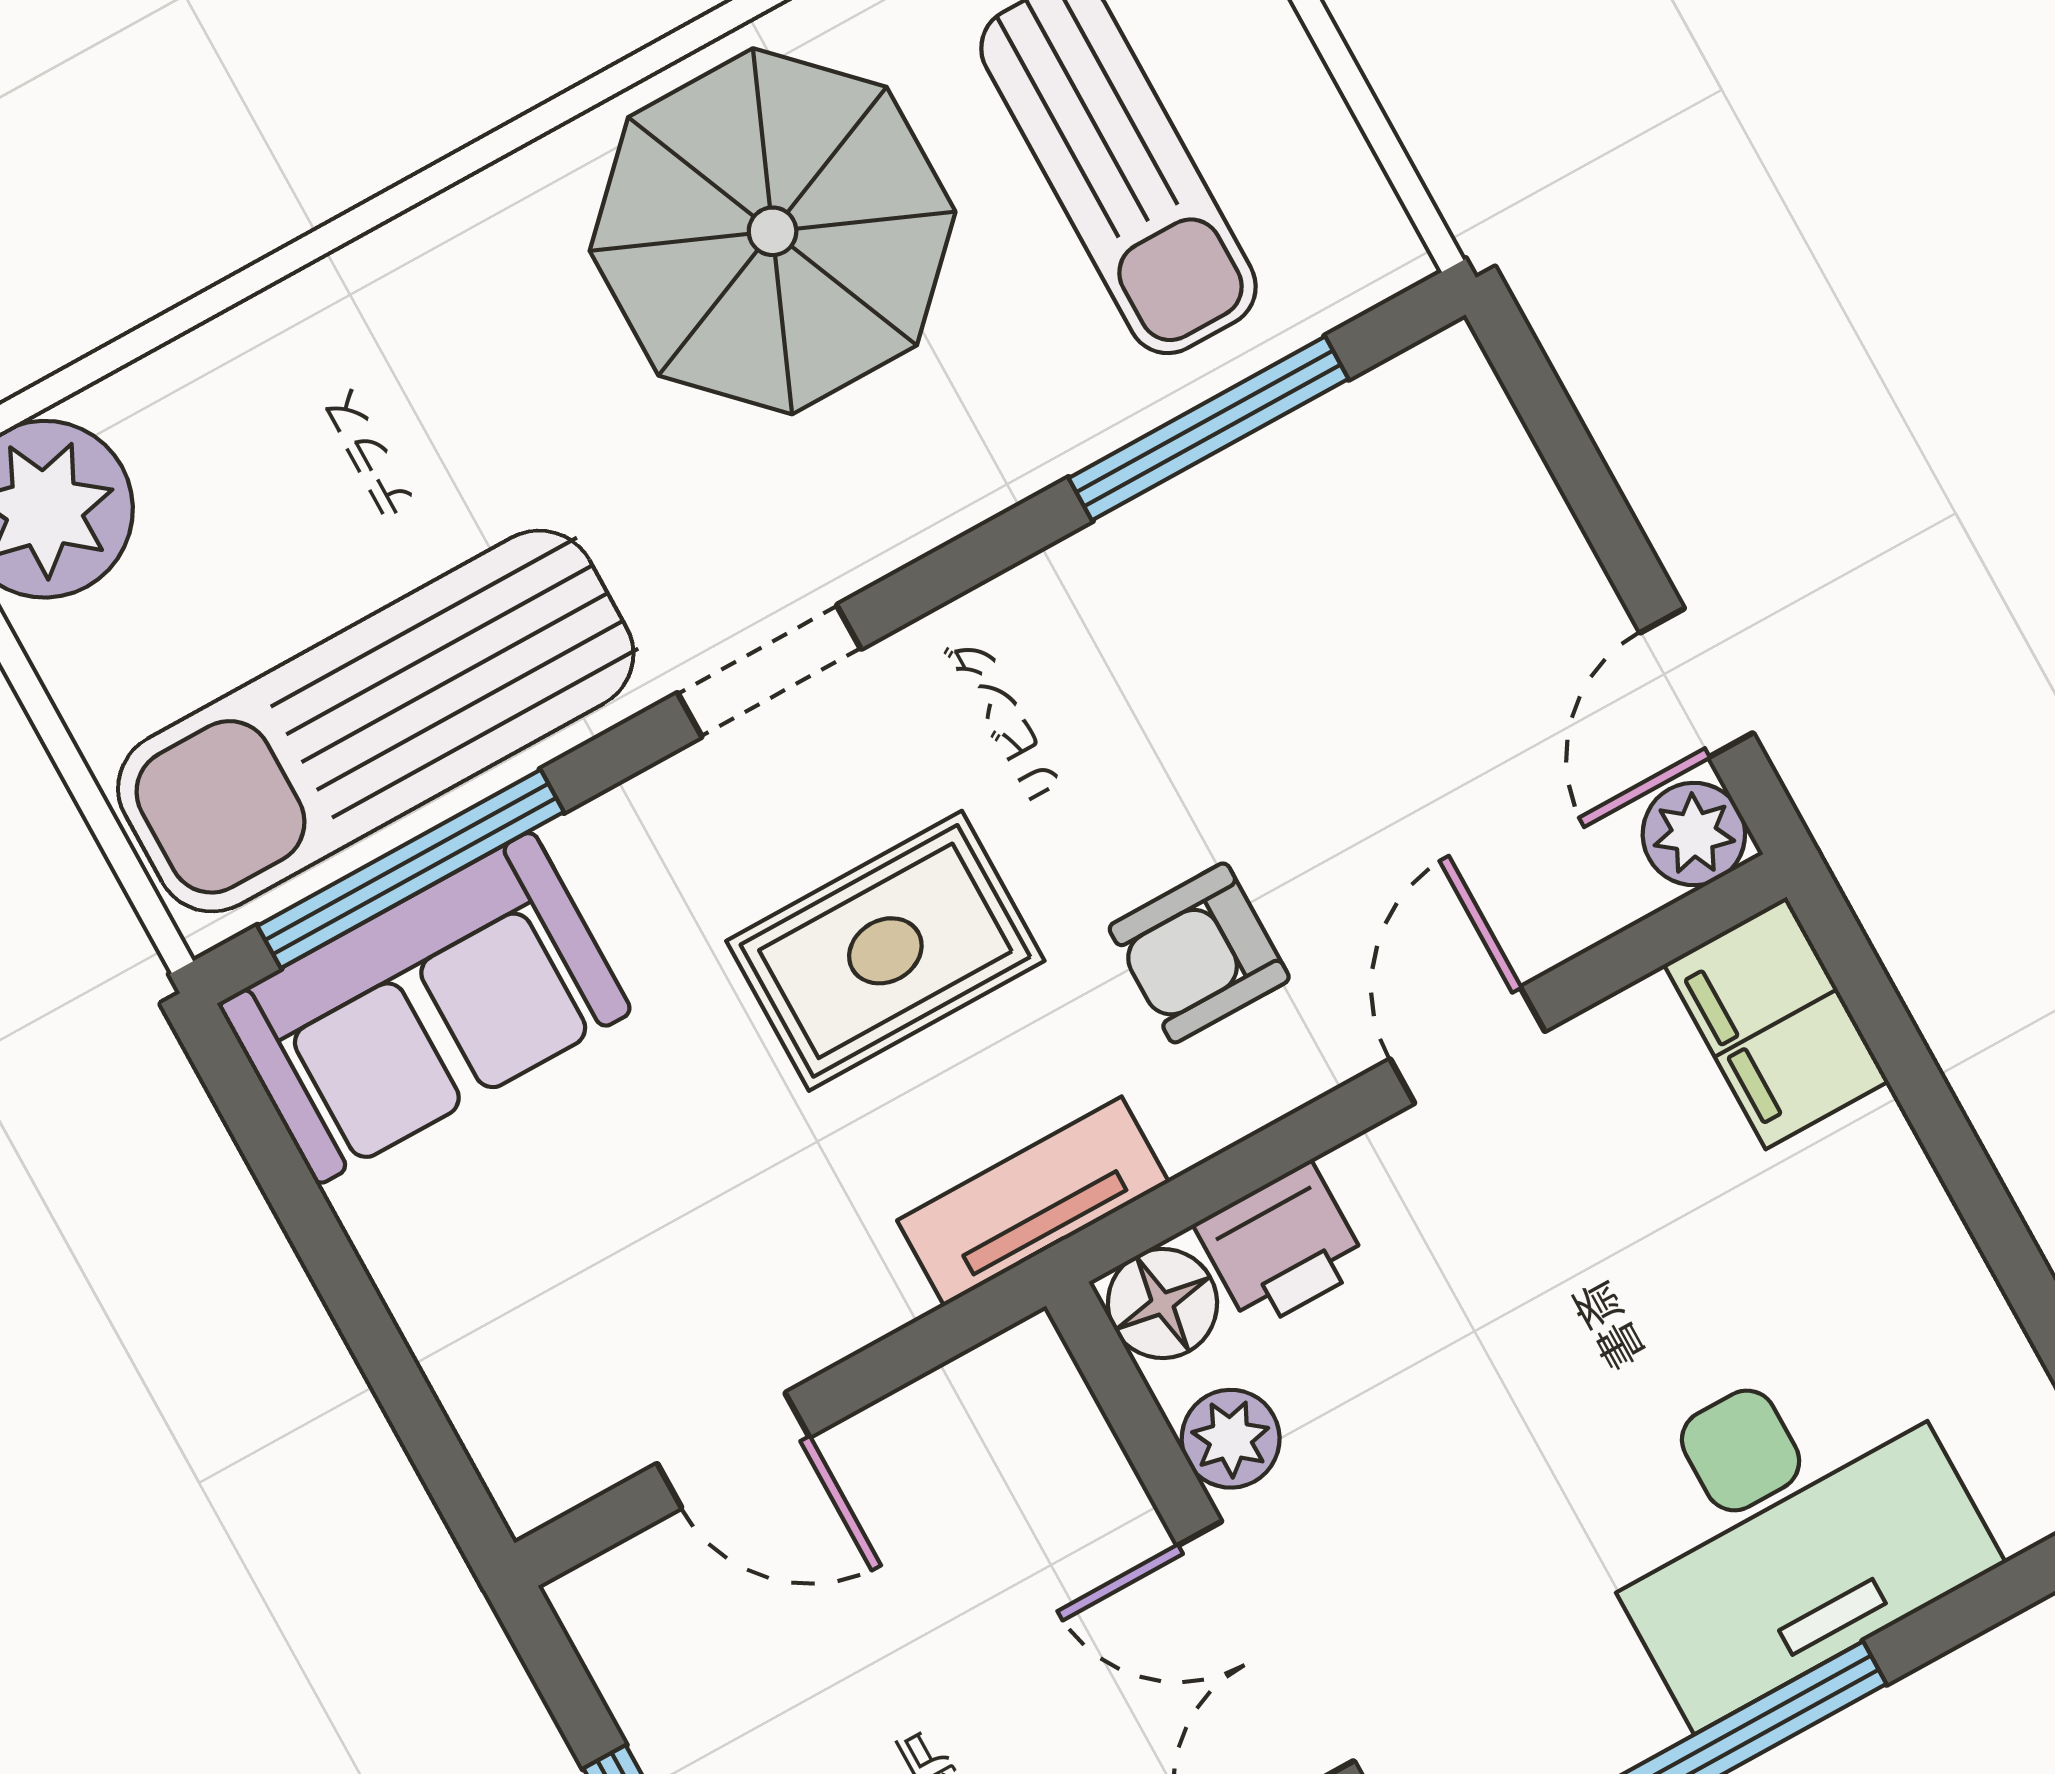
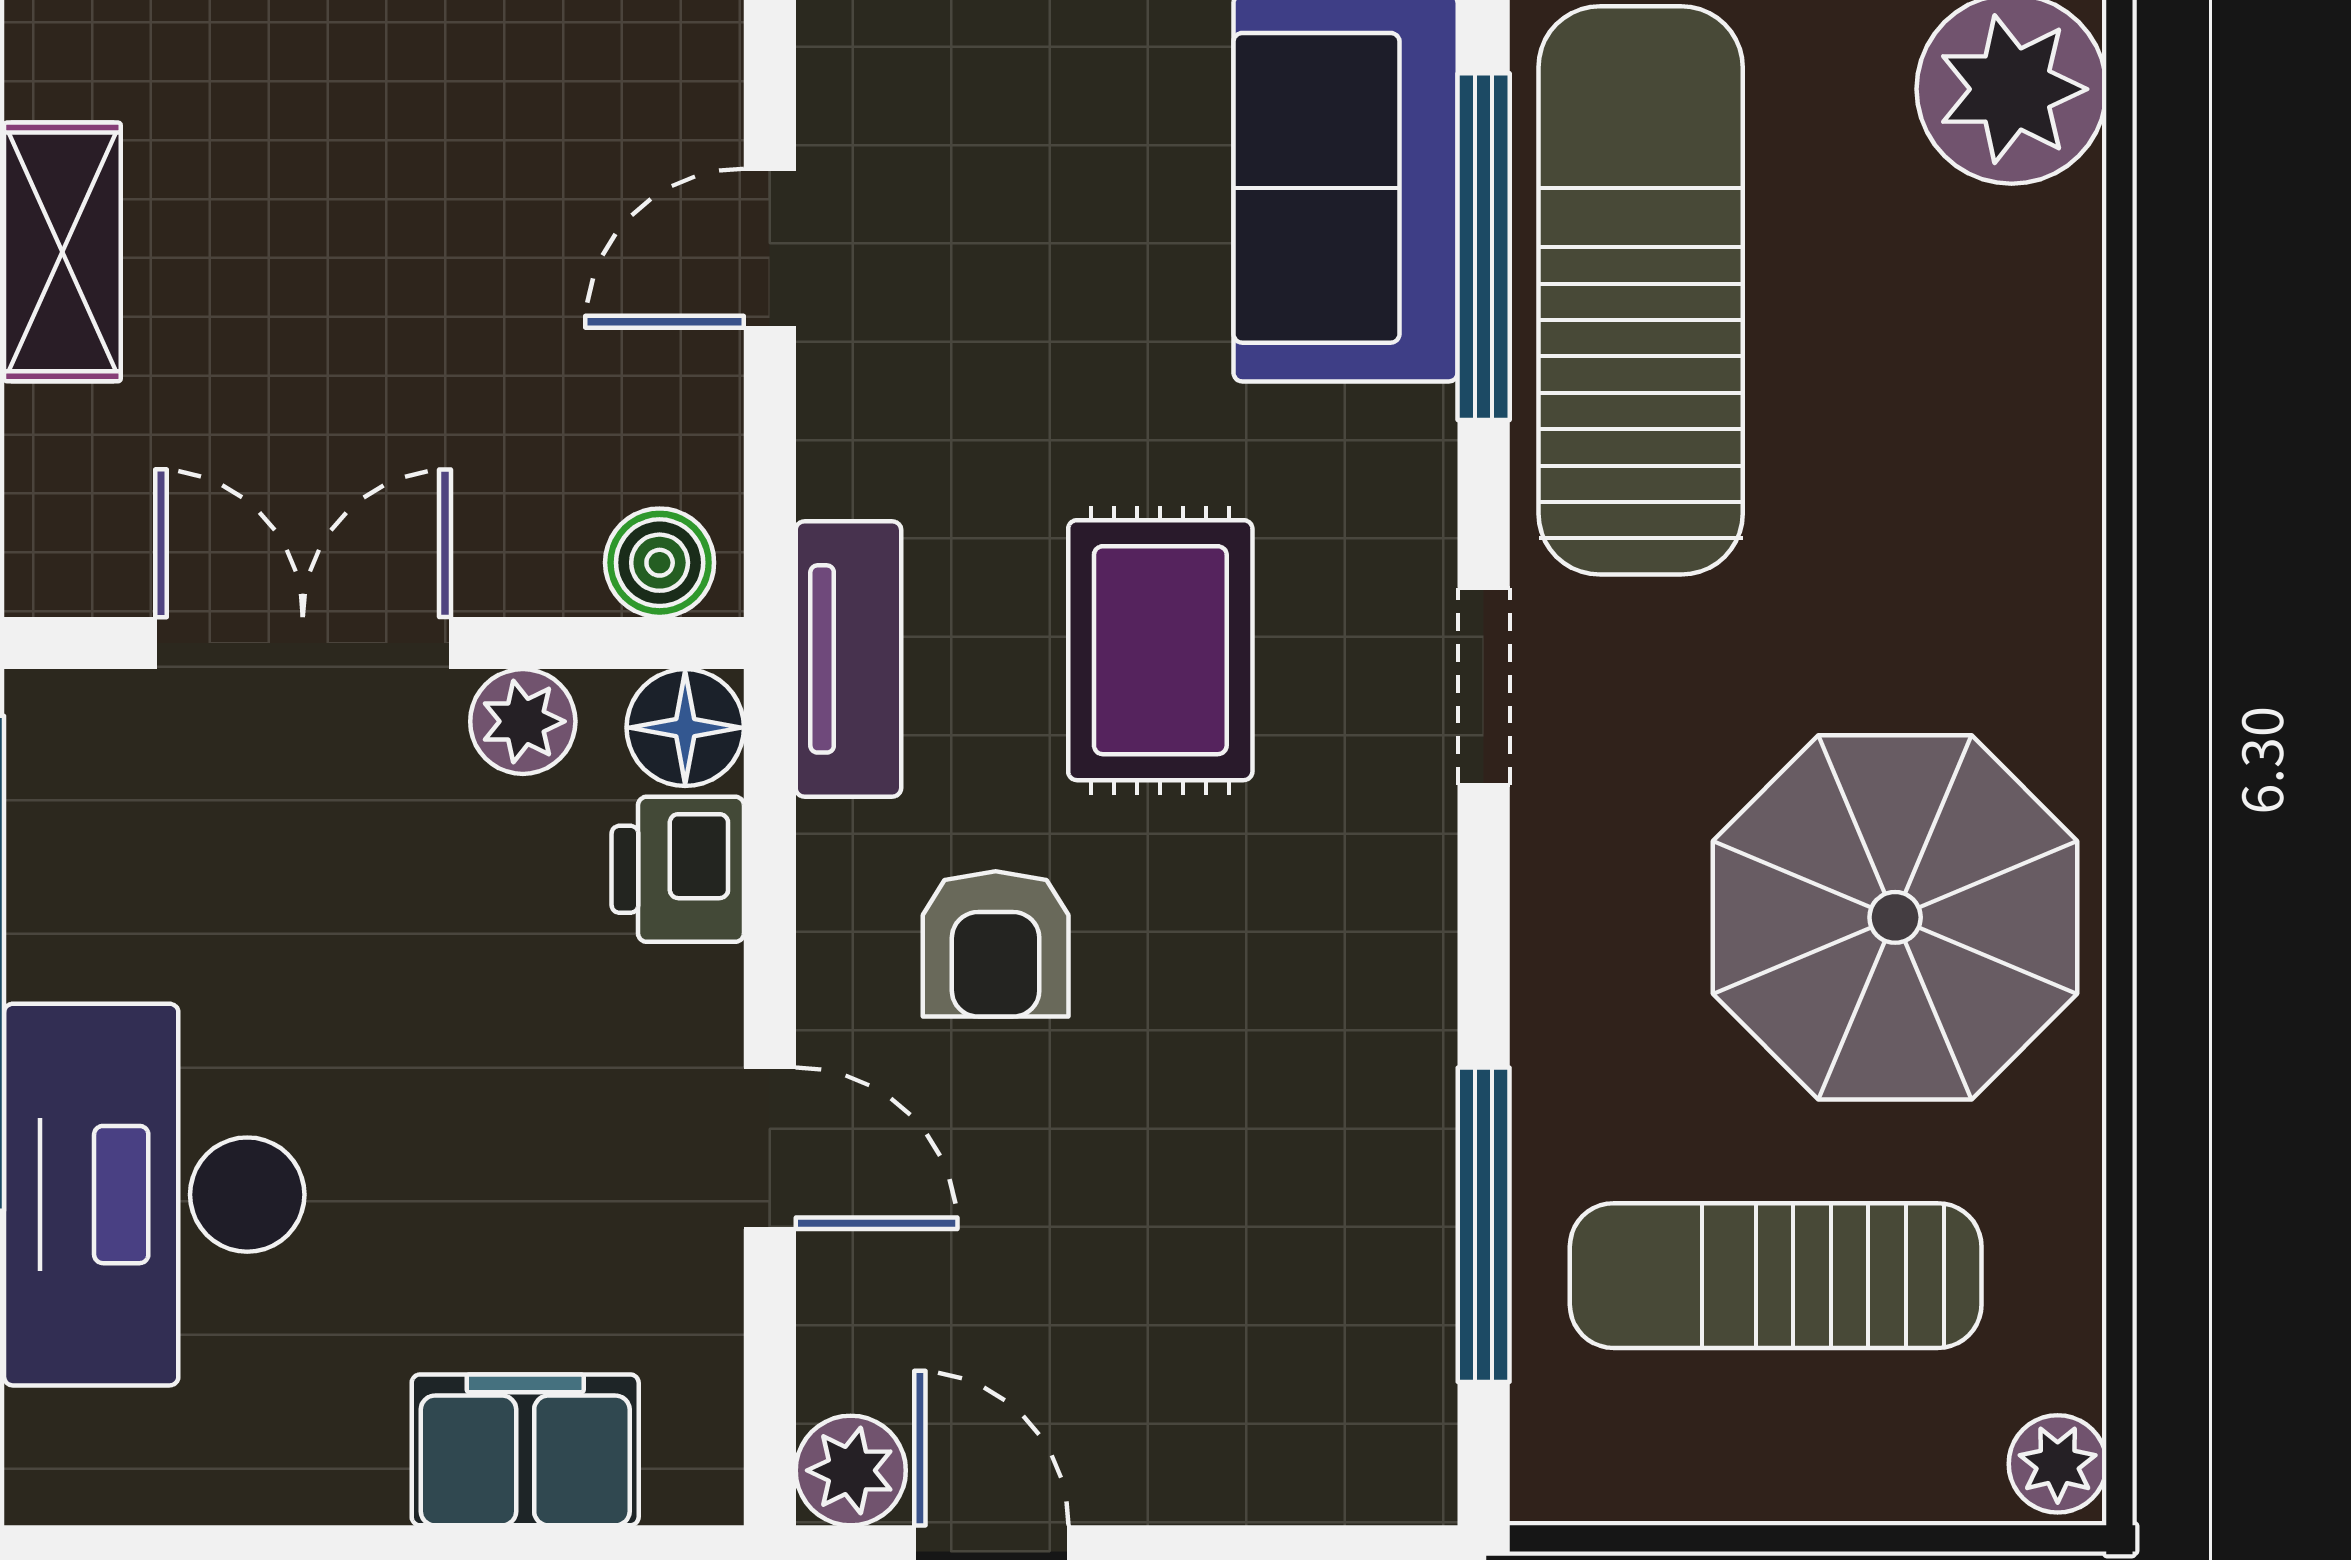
armchair: (1199, 953) -> (996, 944), turned 180
filing cabinet: (1776, 1023) -> (525, 1450), moved
boiler: (1040, 1399) -> (660, 563), added

